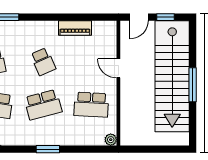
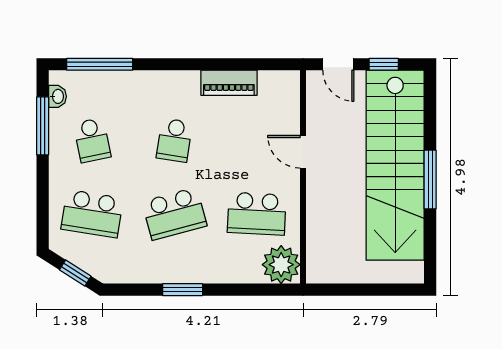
door: (139, 17) -> (338, 64), hinge flipped
school desk: (43, 62) -> (174, 140), turned 33
plant: (111, 140) -> (281, 265), width x1.88, depth x1.88

